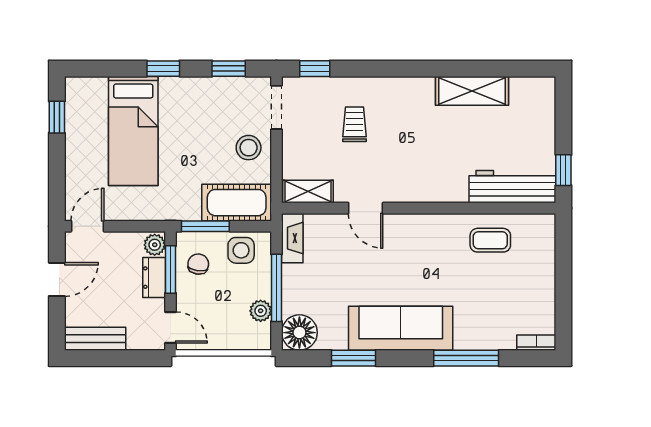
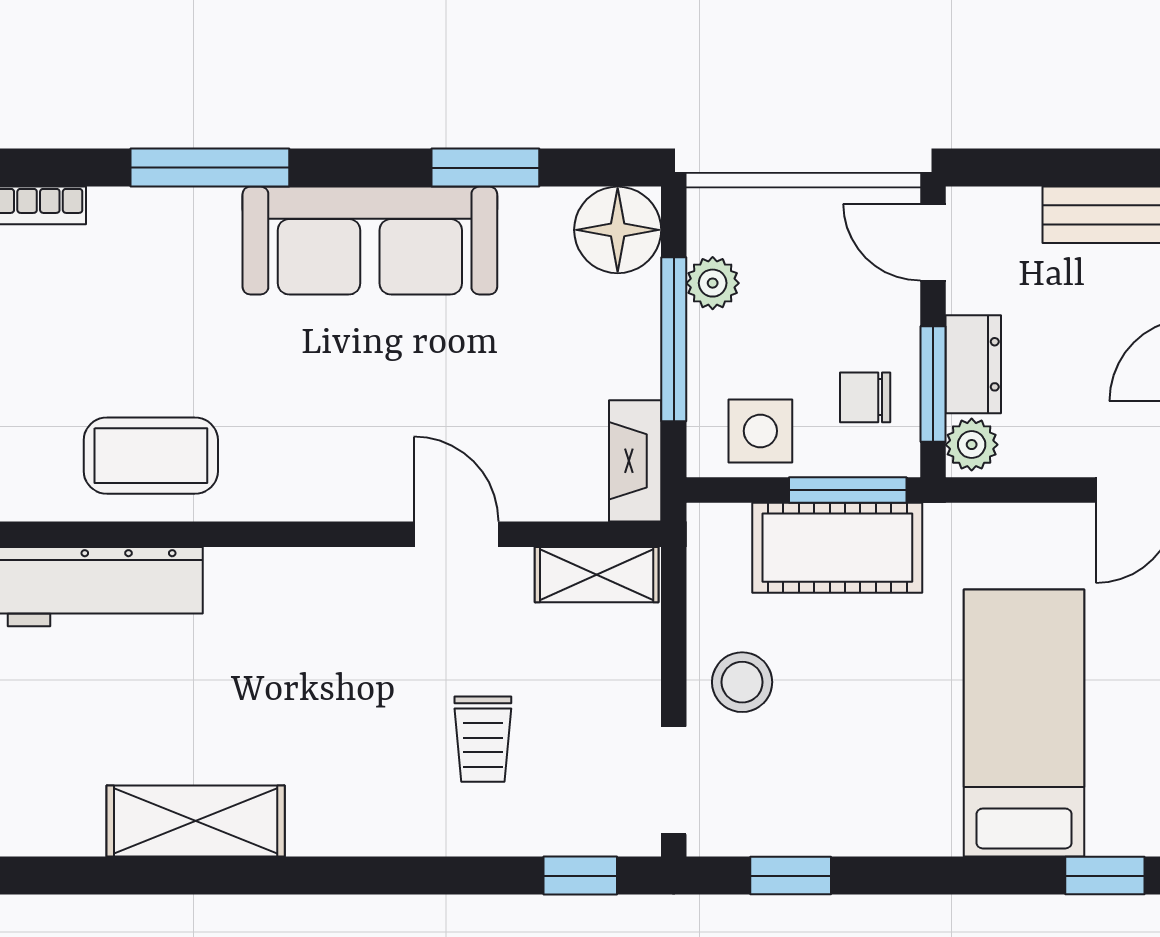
window: (163, 69) -> (1105, 876), moved
cot: (237, 203) -> (837, 548), moved
coffee table: (490, 240) -> (151, 456), width x1.36, depth x1.30
chair: (198, 264) -> (865, 397), turned 82

